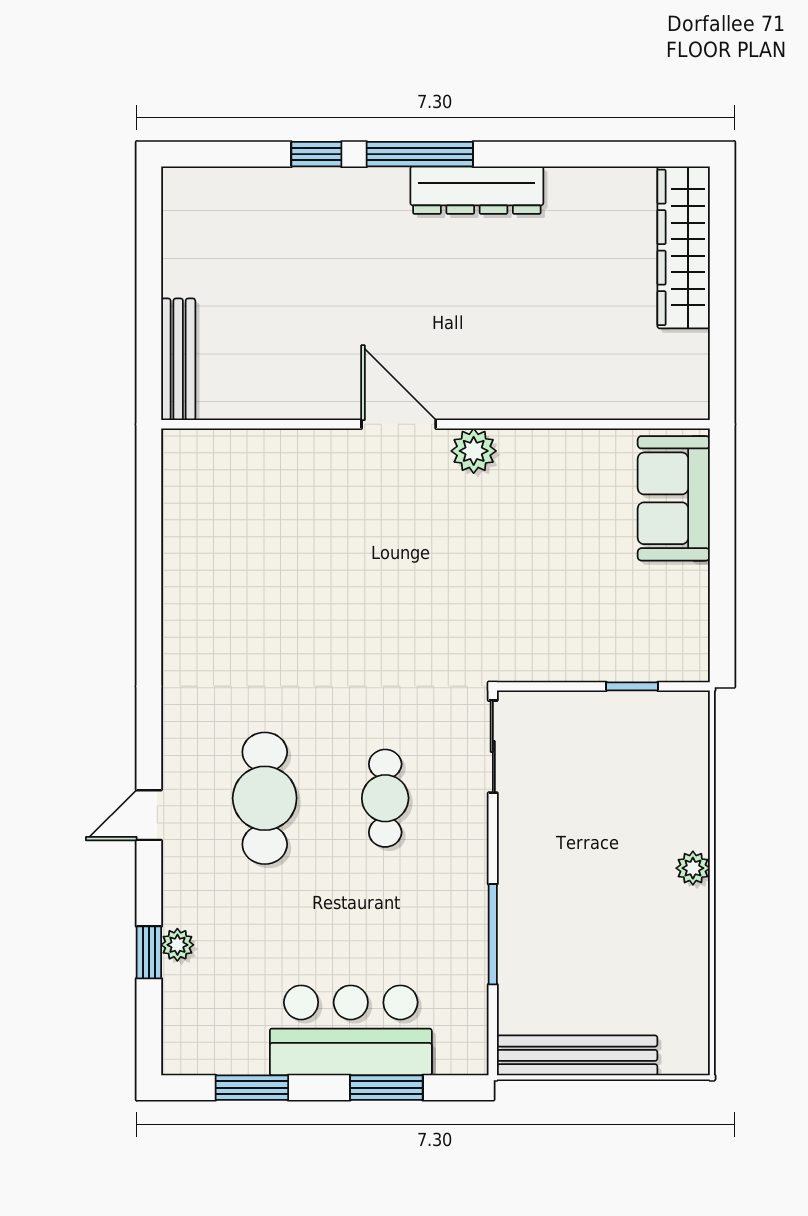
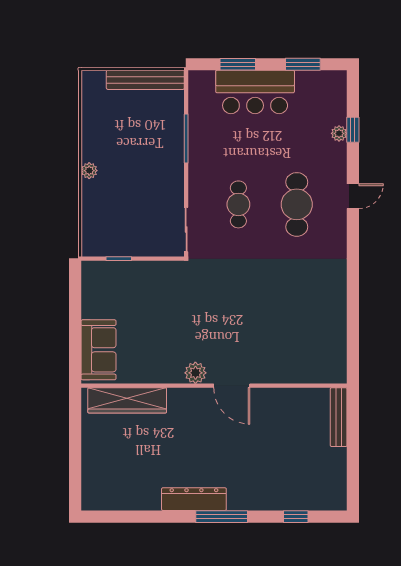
window: (316, 154) -> (296, 517), moved
wardrobe: (684, 247) -> (127, 400), moved, turned 90

